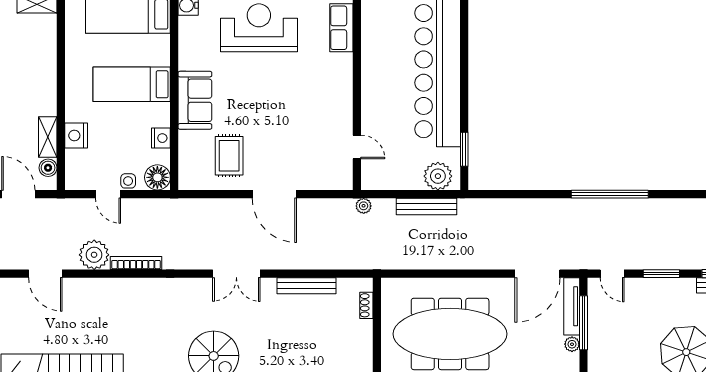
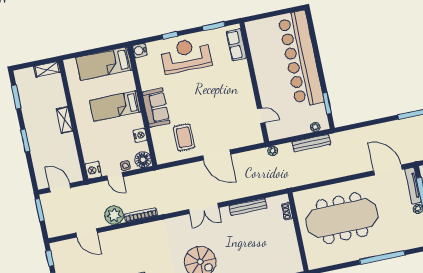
nightstand: (76, 135) -> (93, 170), moved
shelving: (48, 137) -> (65, 120), moved
boiler: (48, 168) -> (75, 168), removed
plant: (438, 176) -> (315, 127), width x0.53, depth x0.53
door: (537, 274) -> (388, 170), swing flipped

